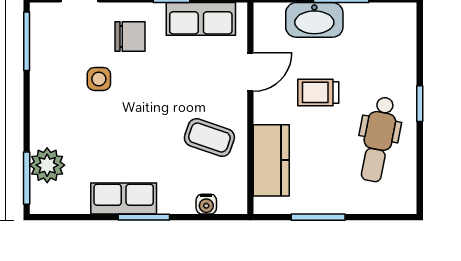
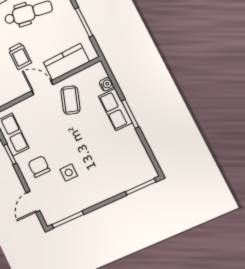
door: (250, 72) -> (42, 88), moved
plant: (47, 165) -> (128, 179), removed
row of seats: (124, 199) -> (115, 110), moved

